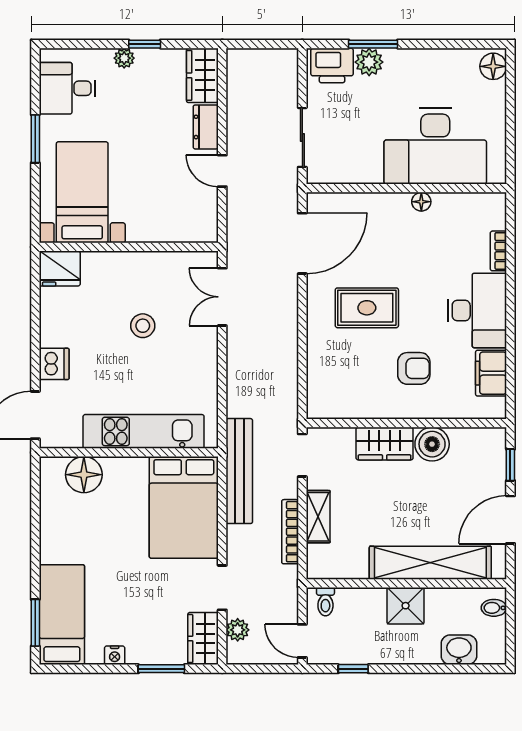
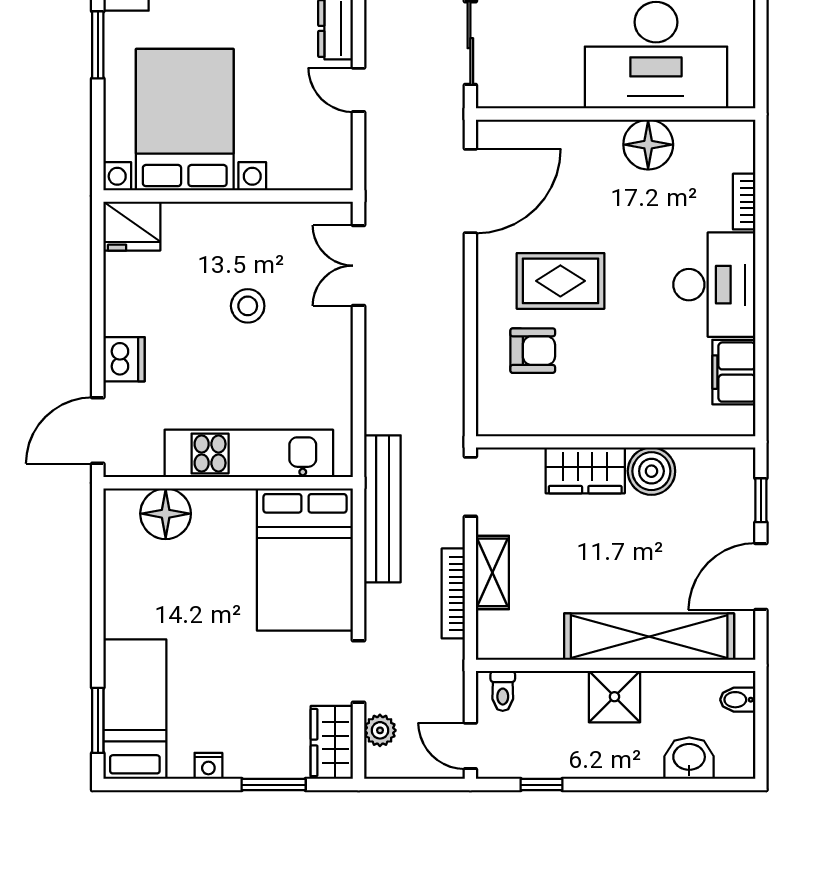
bed with nightstands: (82, 192) -> (185, 120), width x1.36
floor lamp: (421, 202) -> (648, 145), width x1.89, depth x1.89
armchair: (414, 368) -> (533, 351), moved

